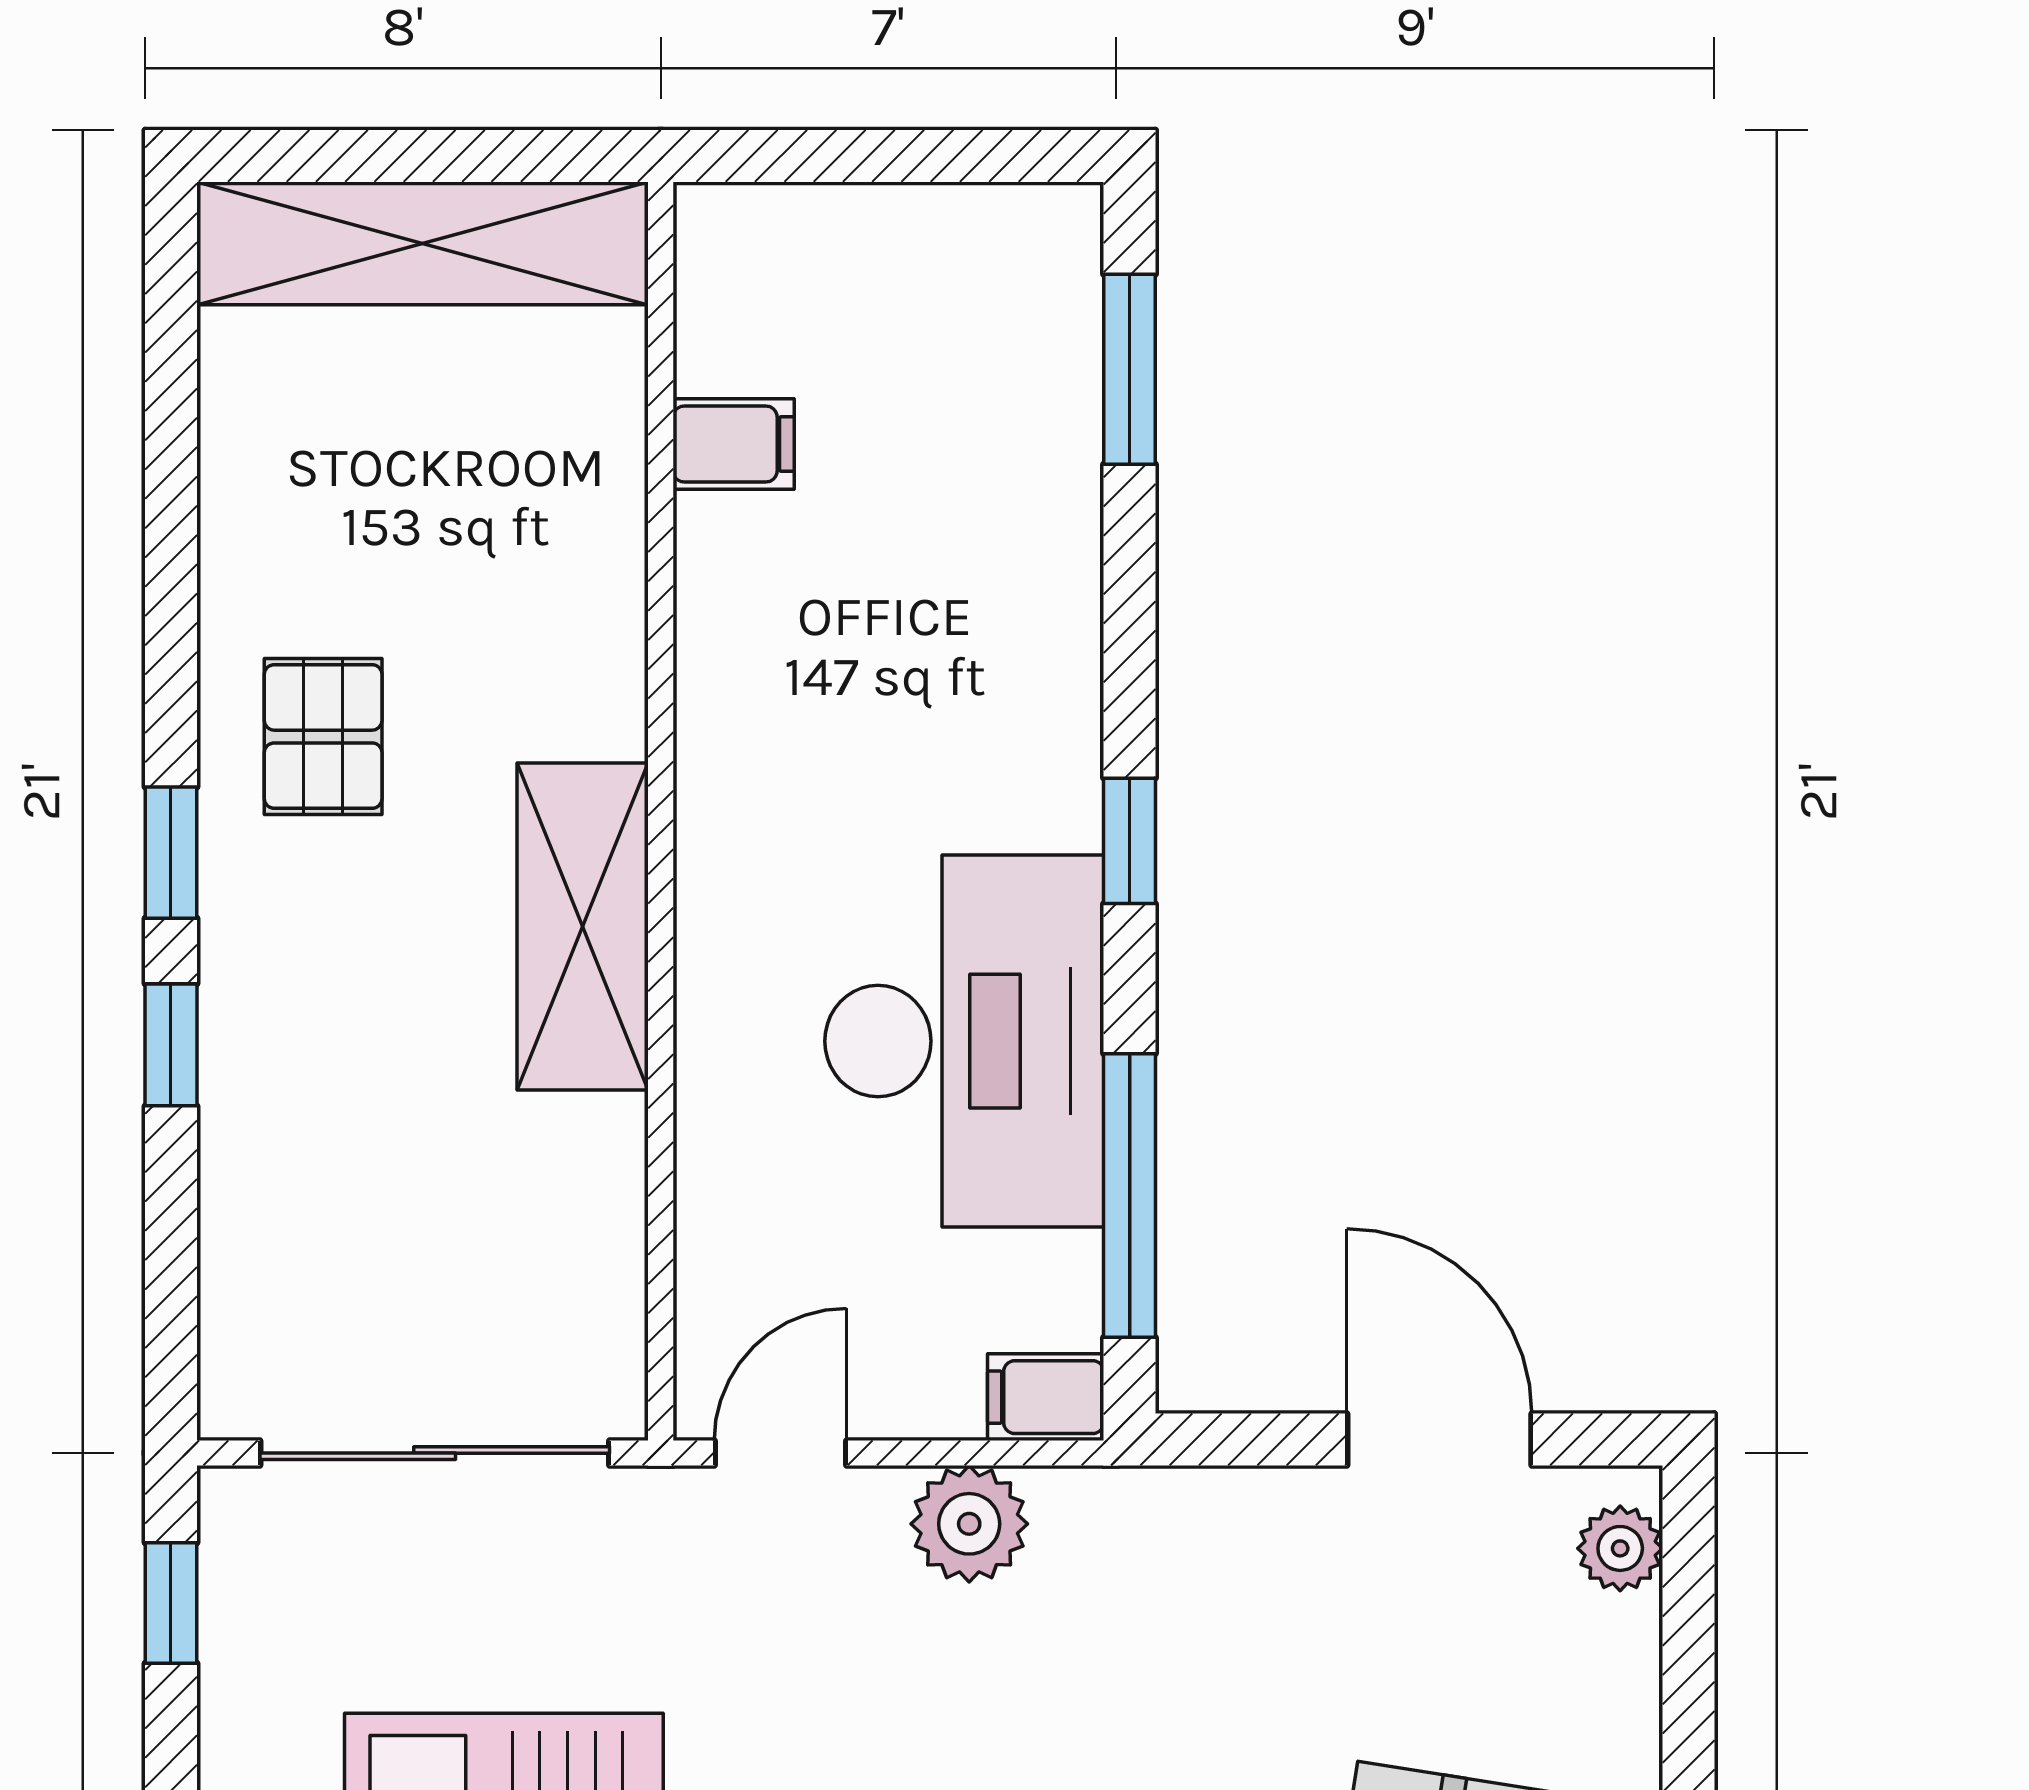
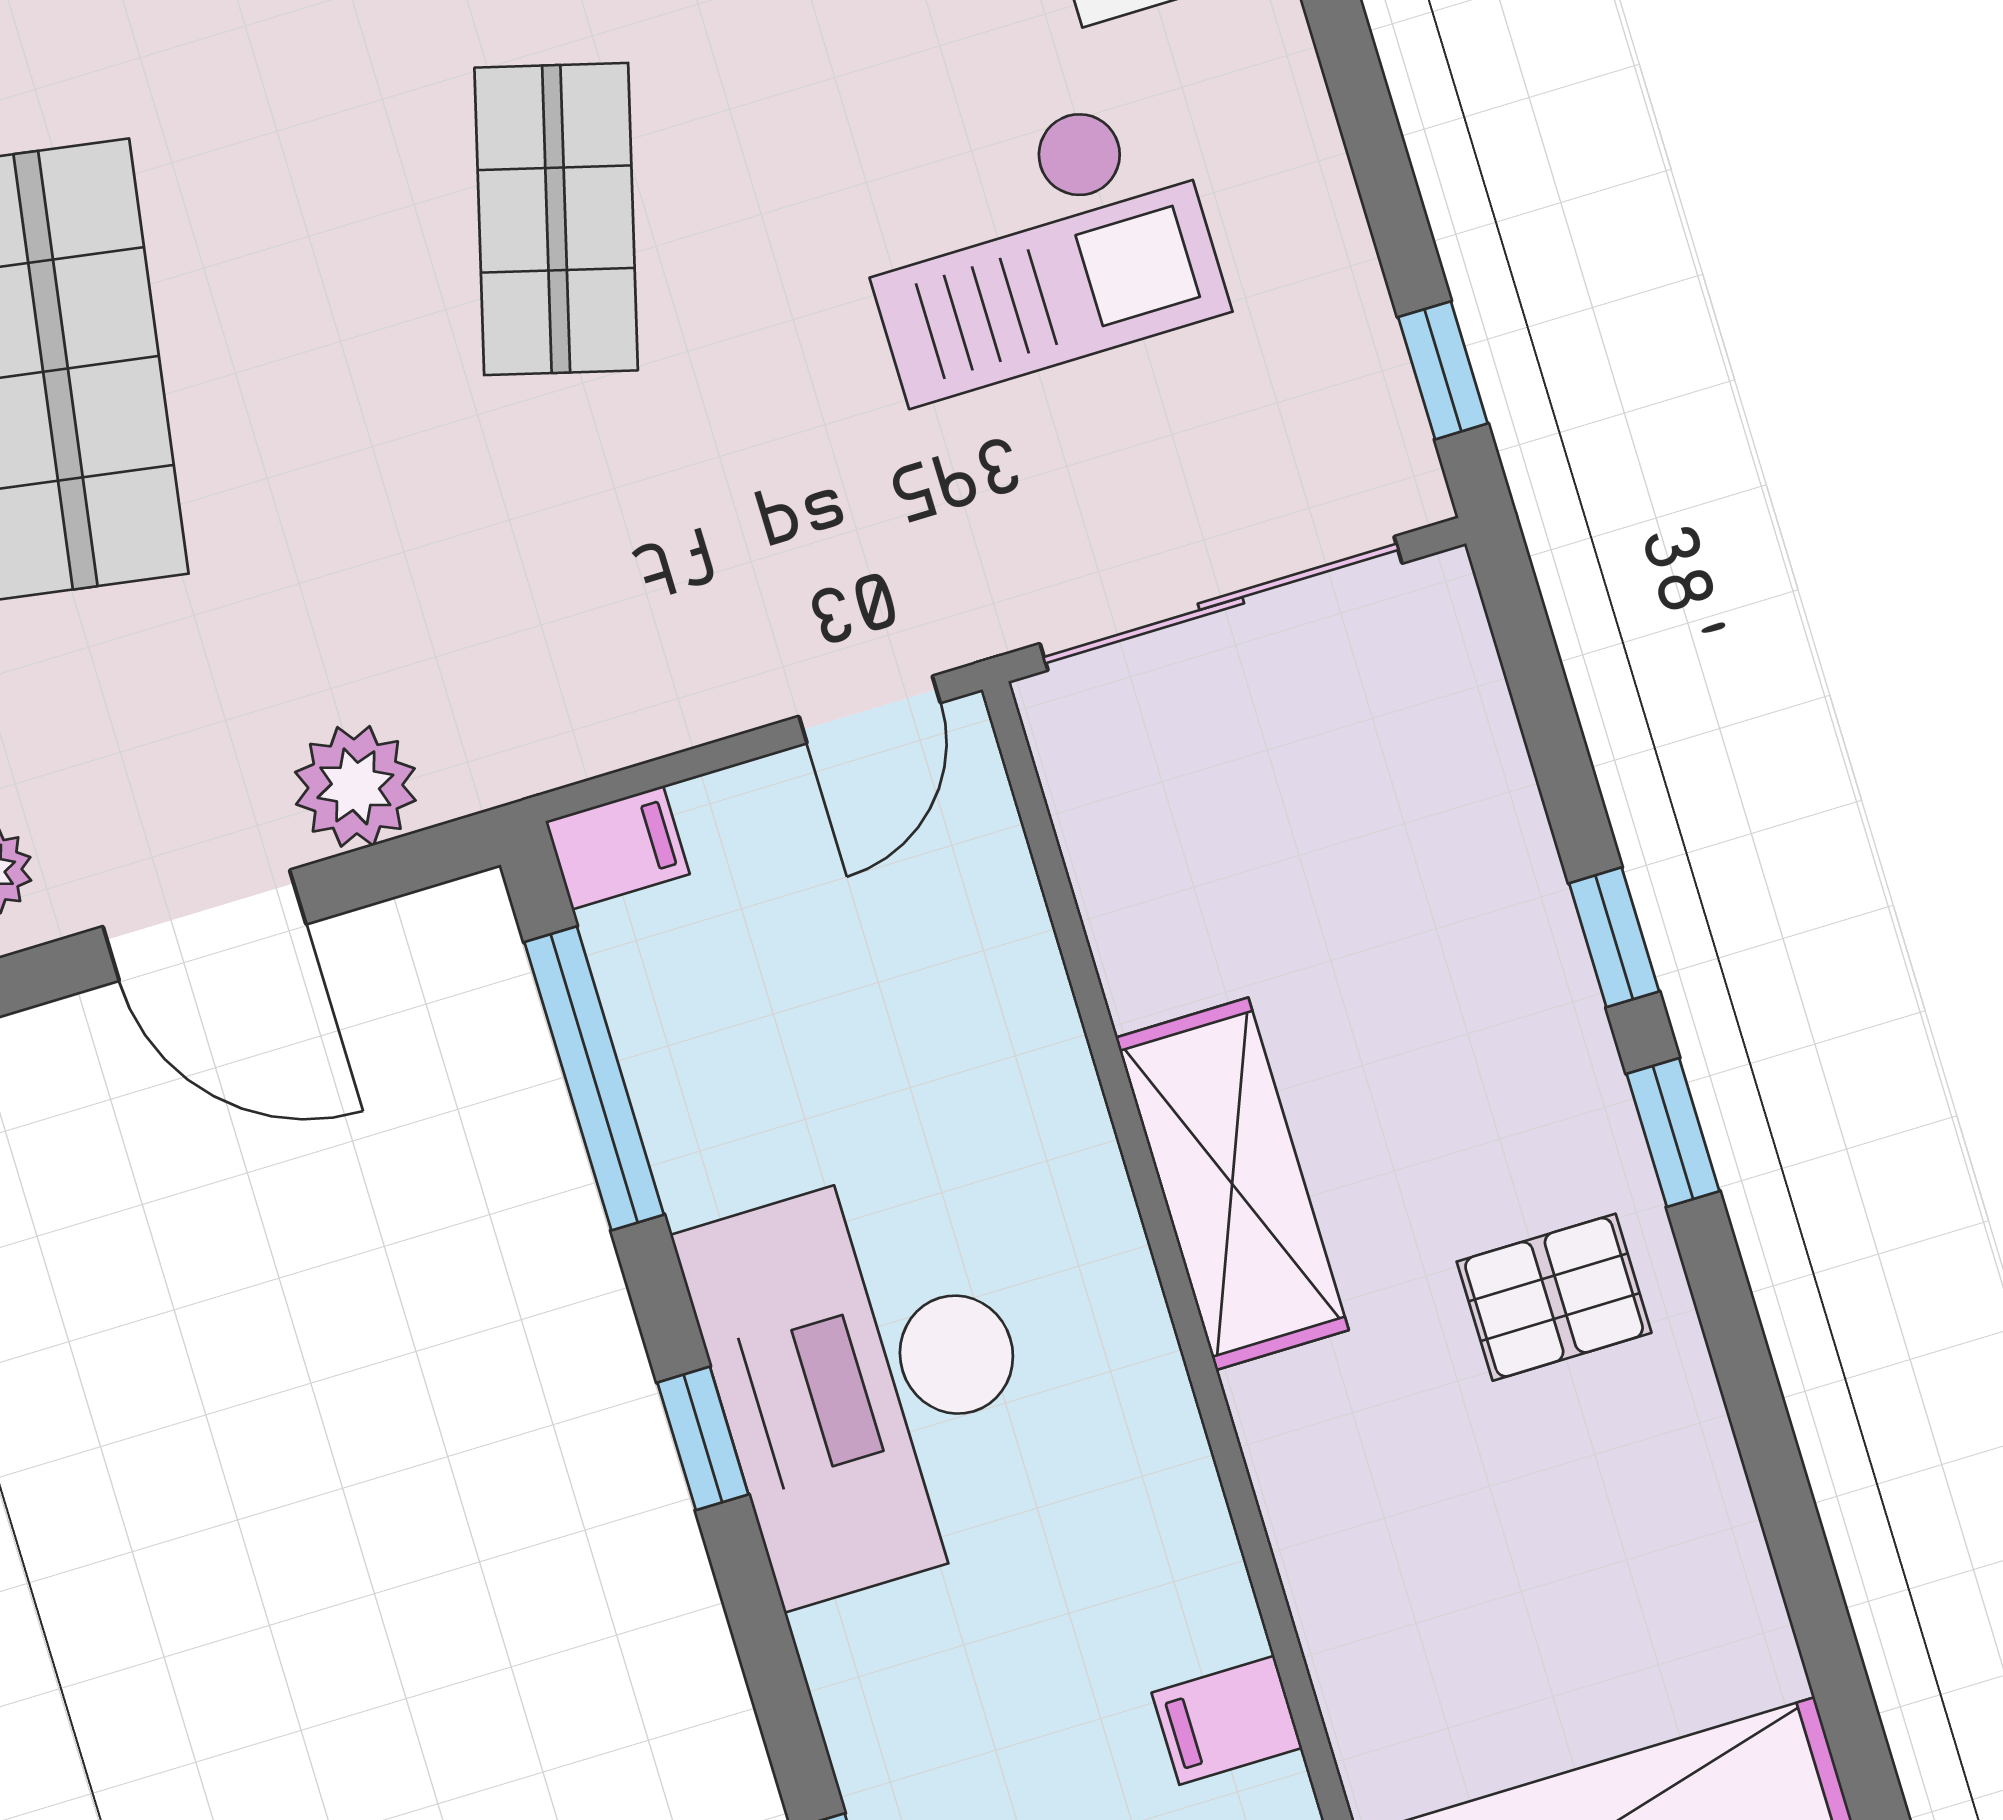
pallet: (323, 737) -> (1554, 1297), turned 90
desk: (964, 1041) -> (869, 1381), moved
plant: (969, 1524) -> (355, 786), moved

